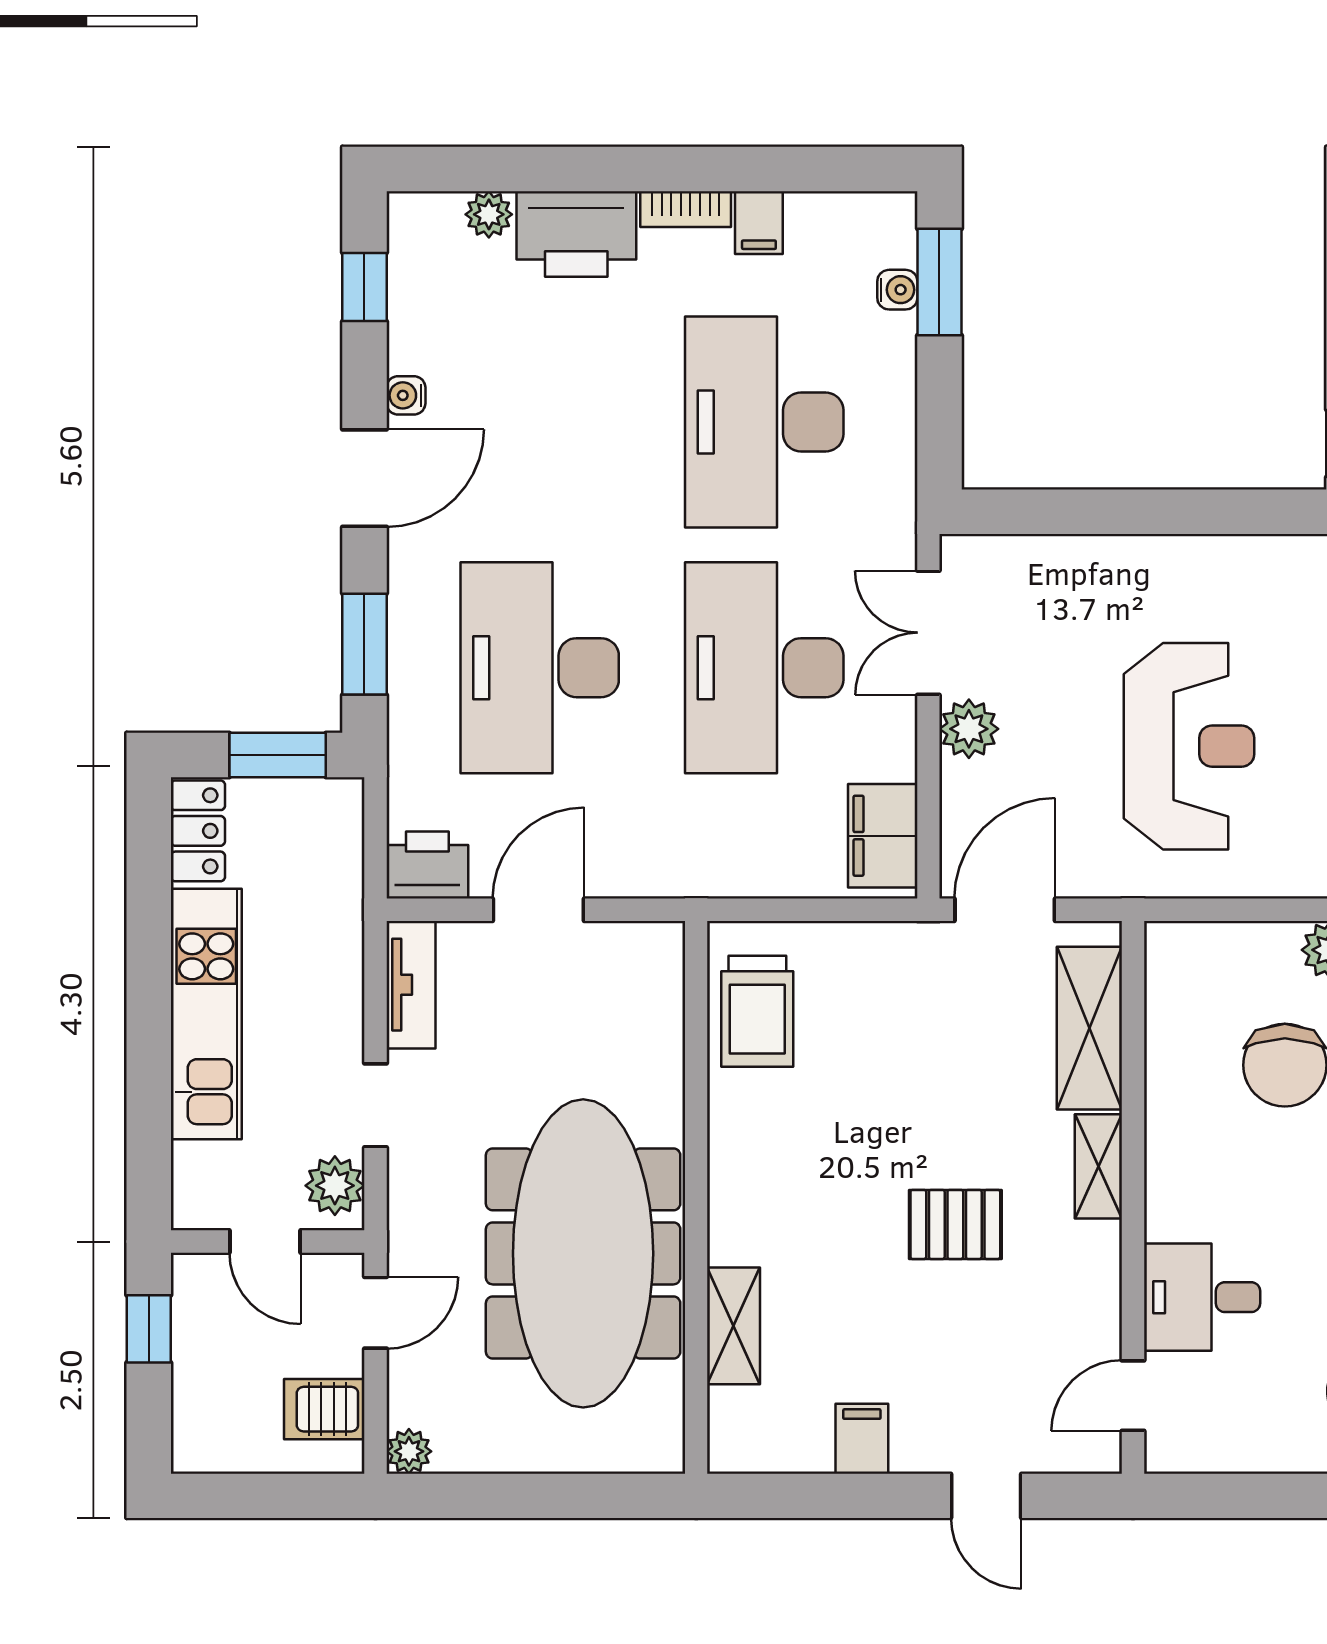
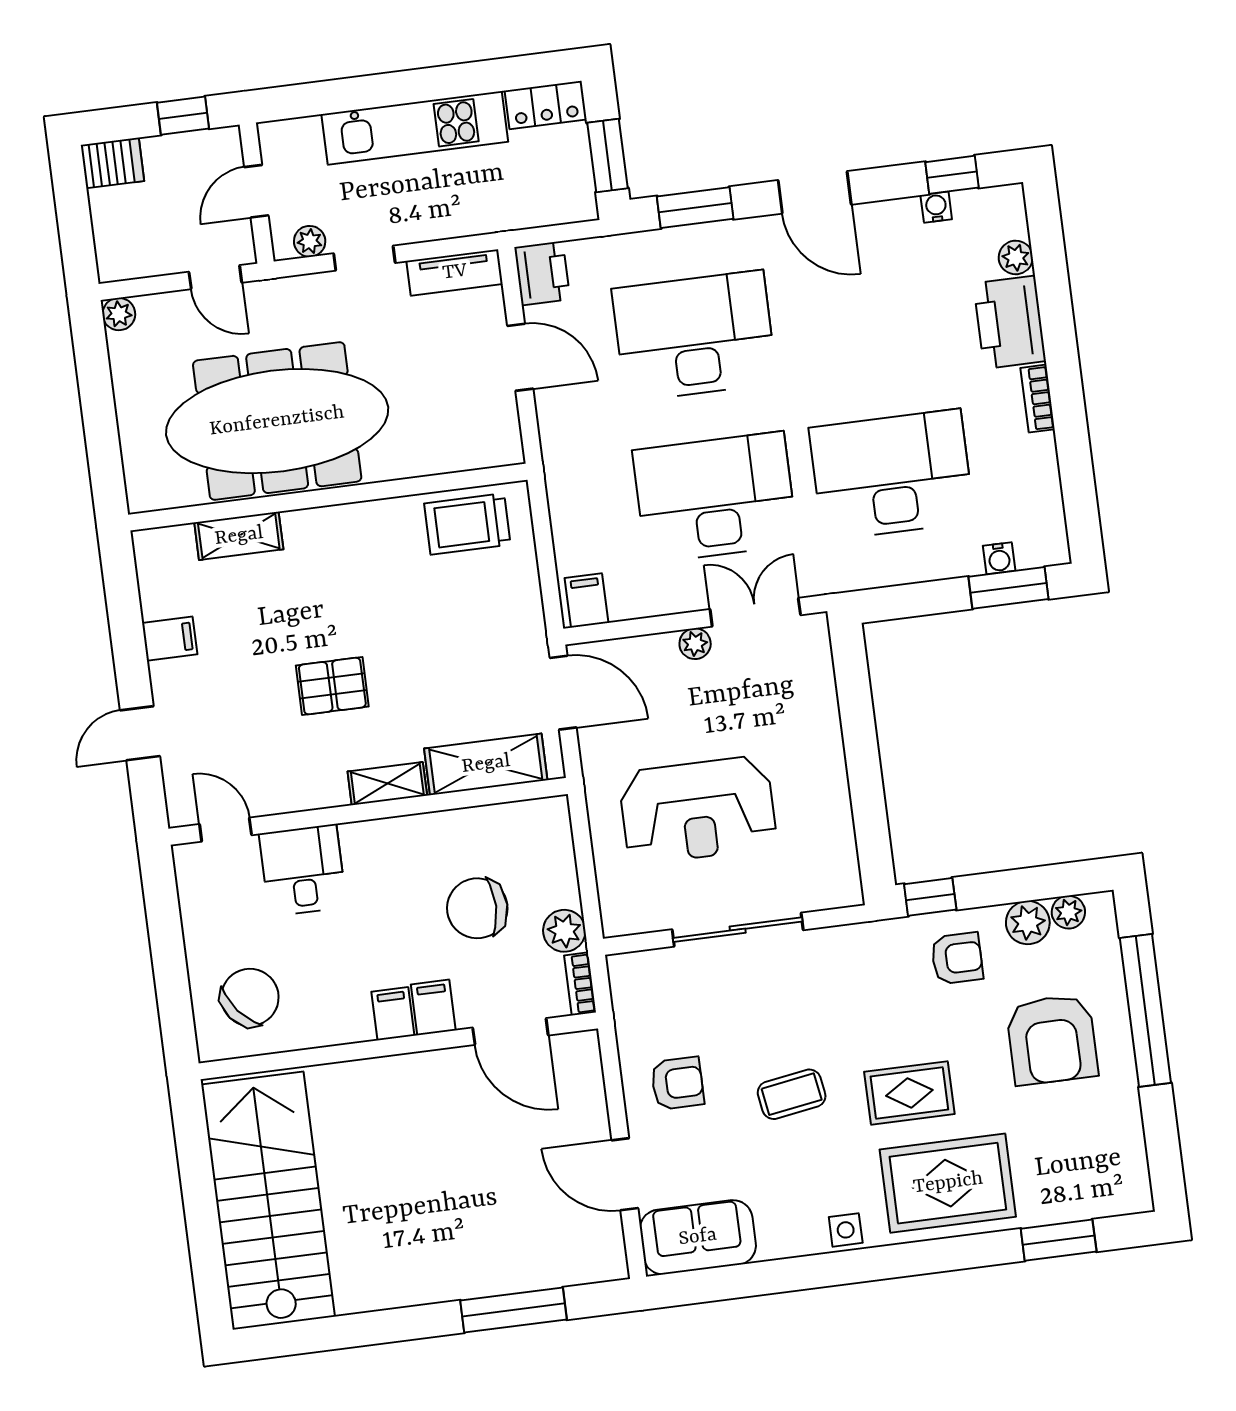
filing cabinet: (759, 223) -> (1035, 453), removed
water cooler: (406, 395) -> (936, 207), moved
plant: (969, 729) -> (695, 644), width x0.73, depth x0.73
filing cabinet: (883, 836) -> (587, 600), width x0.50
plant: (335, 1186) -> (310, 241), width x0.73, depth x0.73
pallet: (955, 1224) -> (332, 686), turned 90
server rack: (324, 1409) -> (112, 163), moved, turned 90

